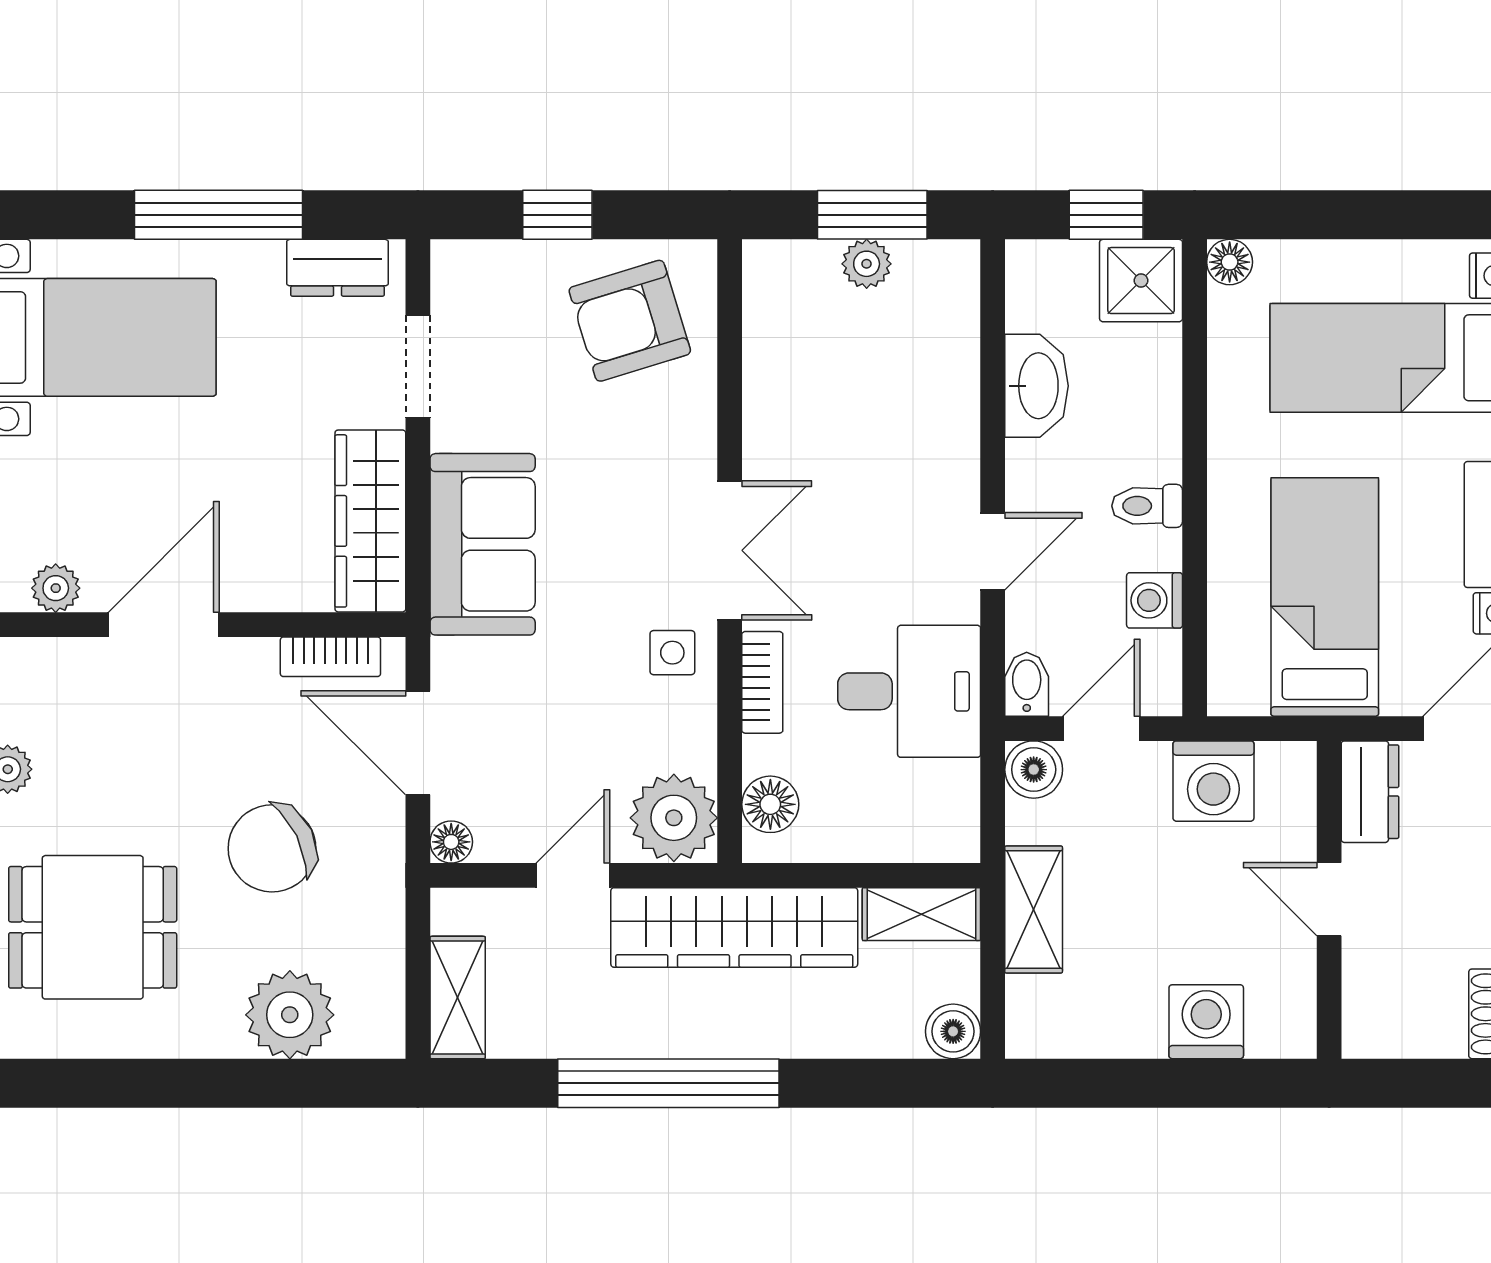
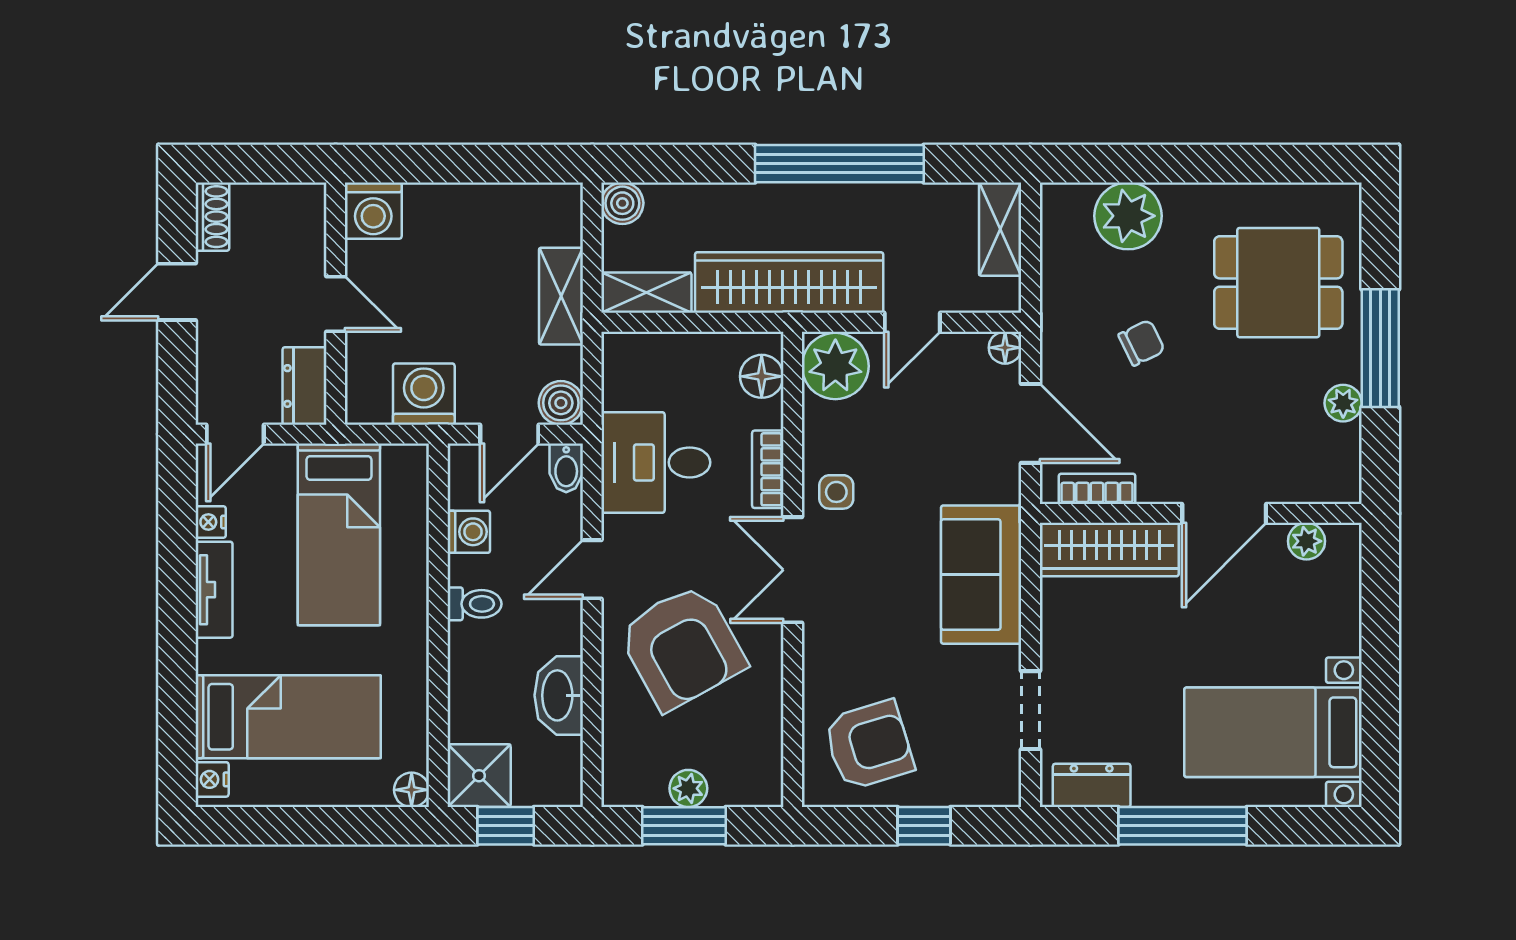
armchair: (875, 449) -> (682, 647), added
wardrobe: (370, 521) -> (1109, 550), moved, turned 90
chair: (272, 848) -> (1142, 343), width x0.54, depth x0.54
washing machine: (1206, 1022) -> (373, 211), moved

